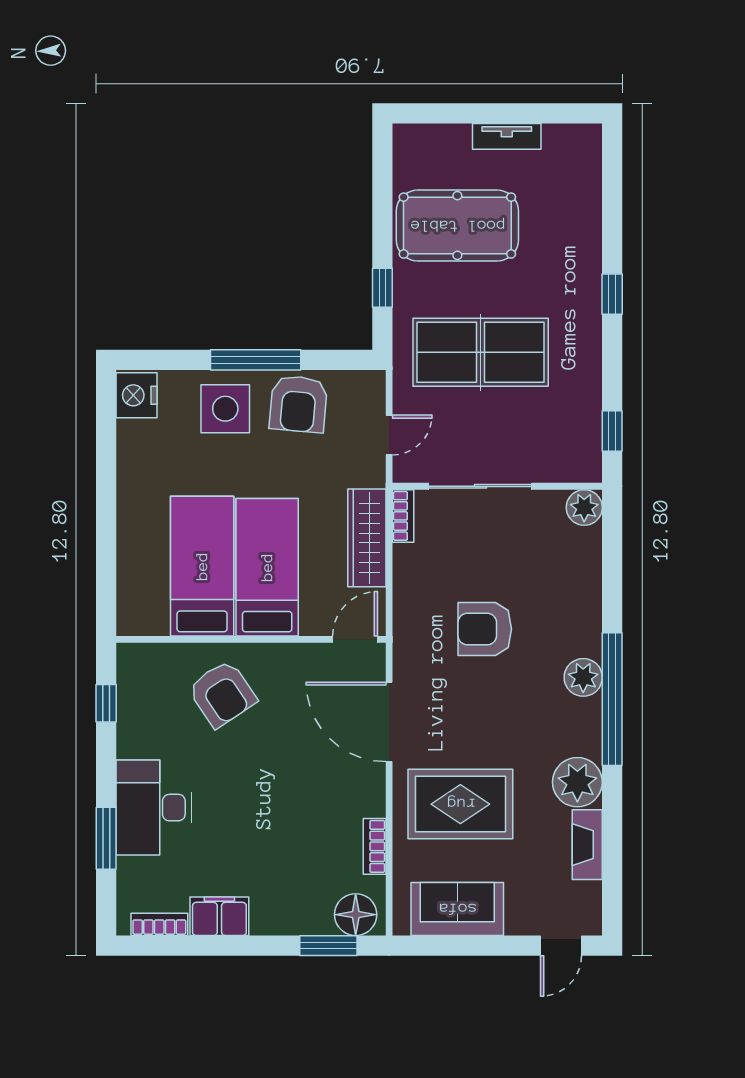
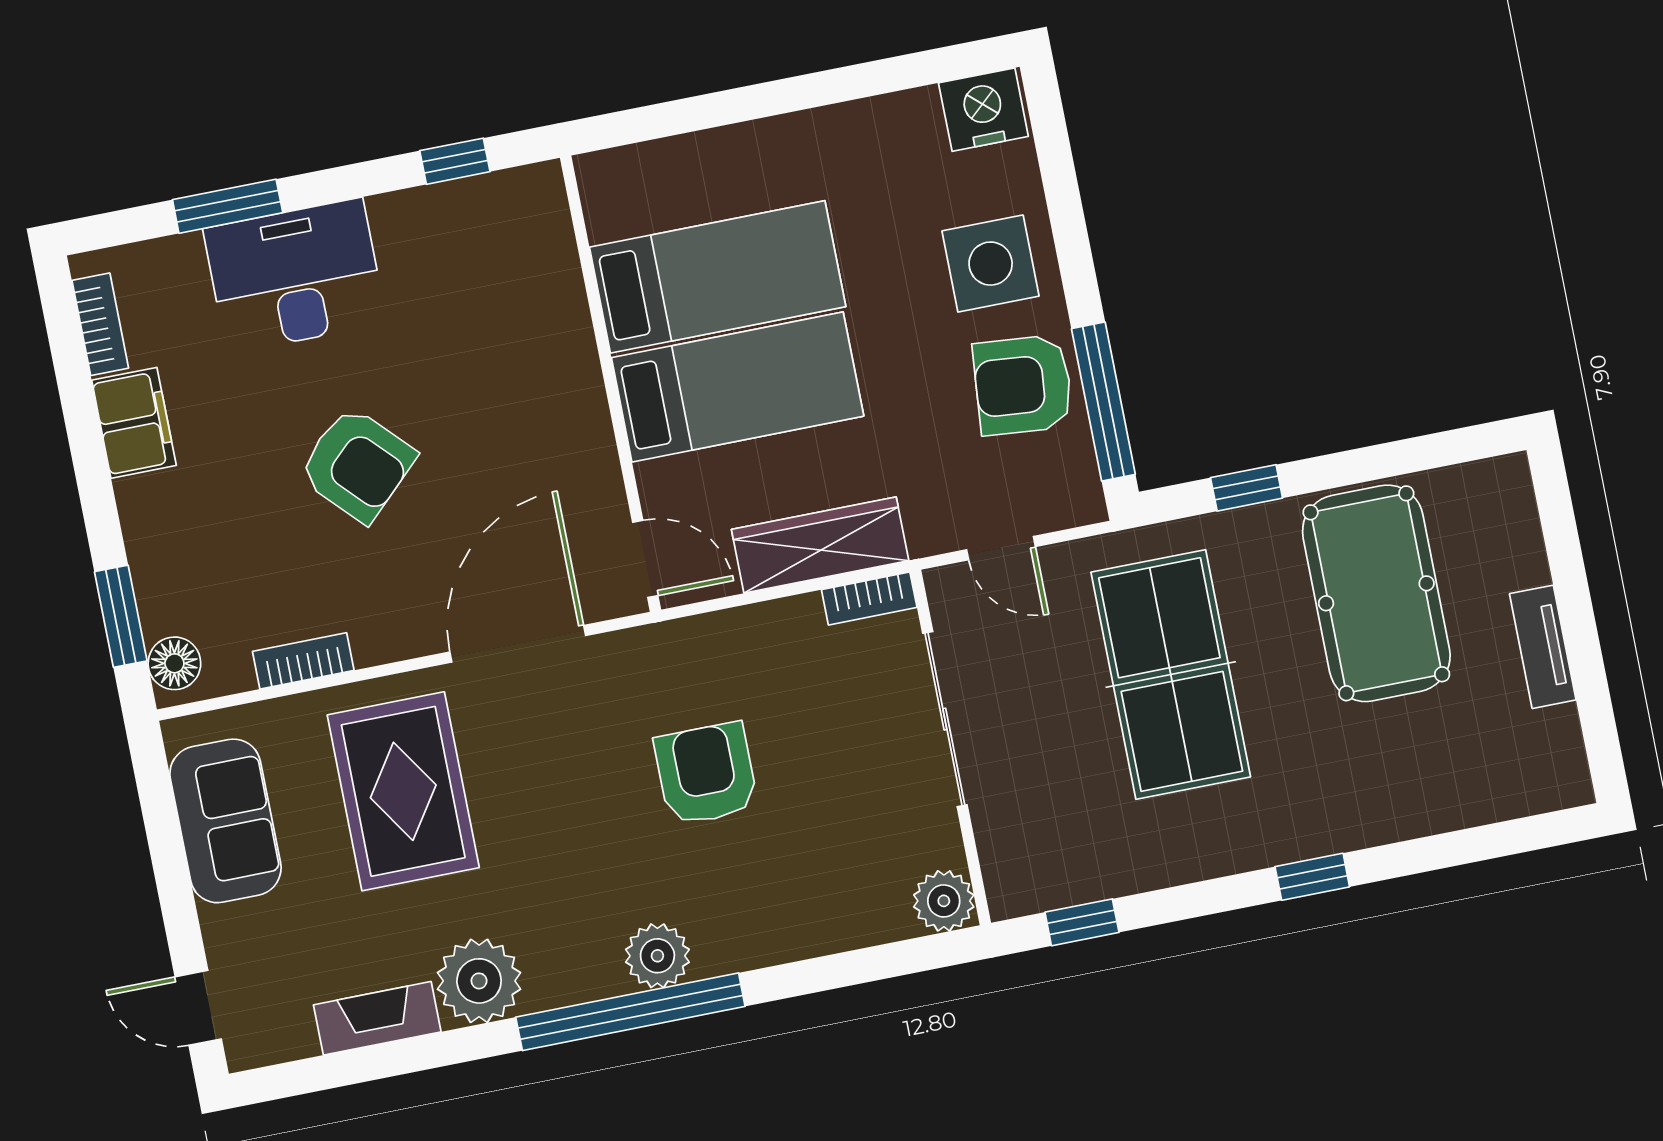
window: (256, 360) -> (1103, 401), moved
armchair: (222, 694) -> (357, 464), moved, turned -100
floor lamp: (356, 915) -> (174, 663), width x0.73, depth x0.73

